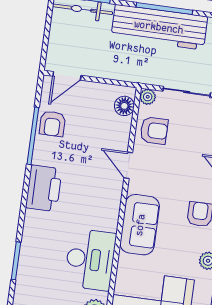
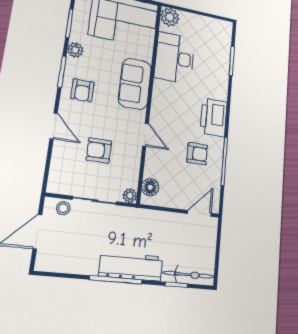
workbench: (159, 27) -> (131, 266), width x0.73, depth x0.76
armchair: (52, 124) -> (197, 154), moved, turned 90
armchair: (154, 131) -> (99, 150), moved

